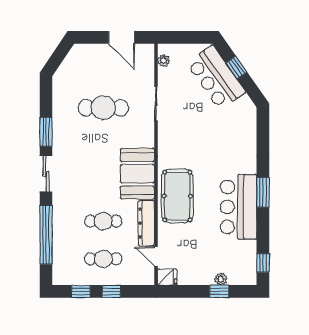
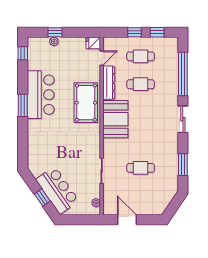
cafe table: (103, 108) -> (141, 168), width x0.73, depth x0.74
window: (46, 132) -> (183, 165), moved
door: (156, 256) -> (102, 58), hinge flipped

